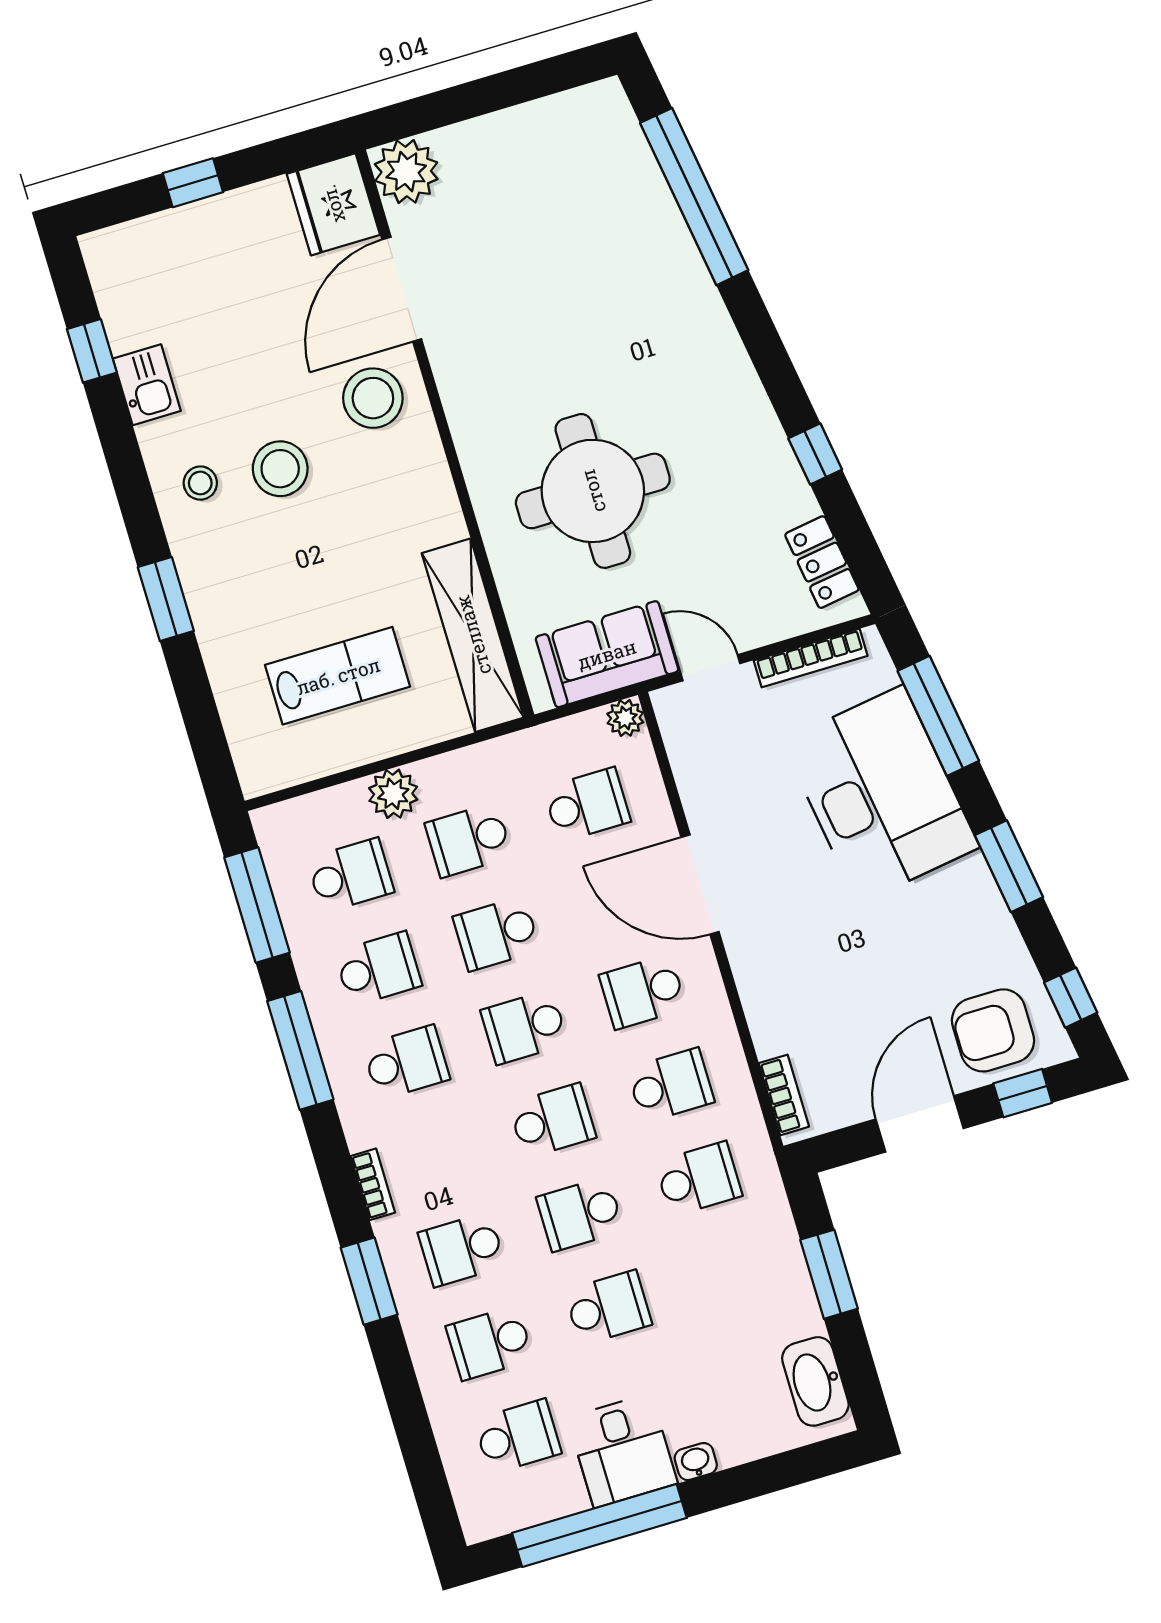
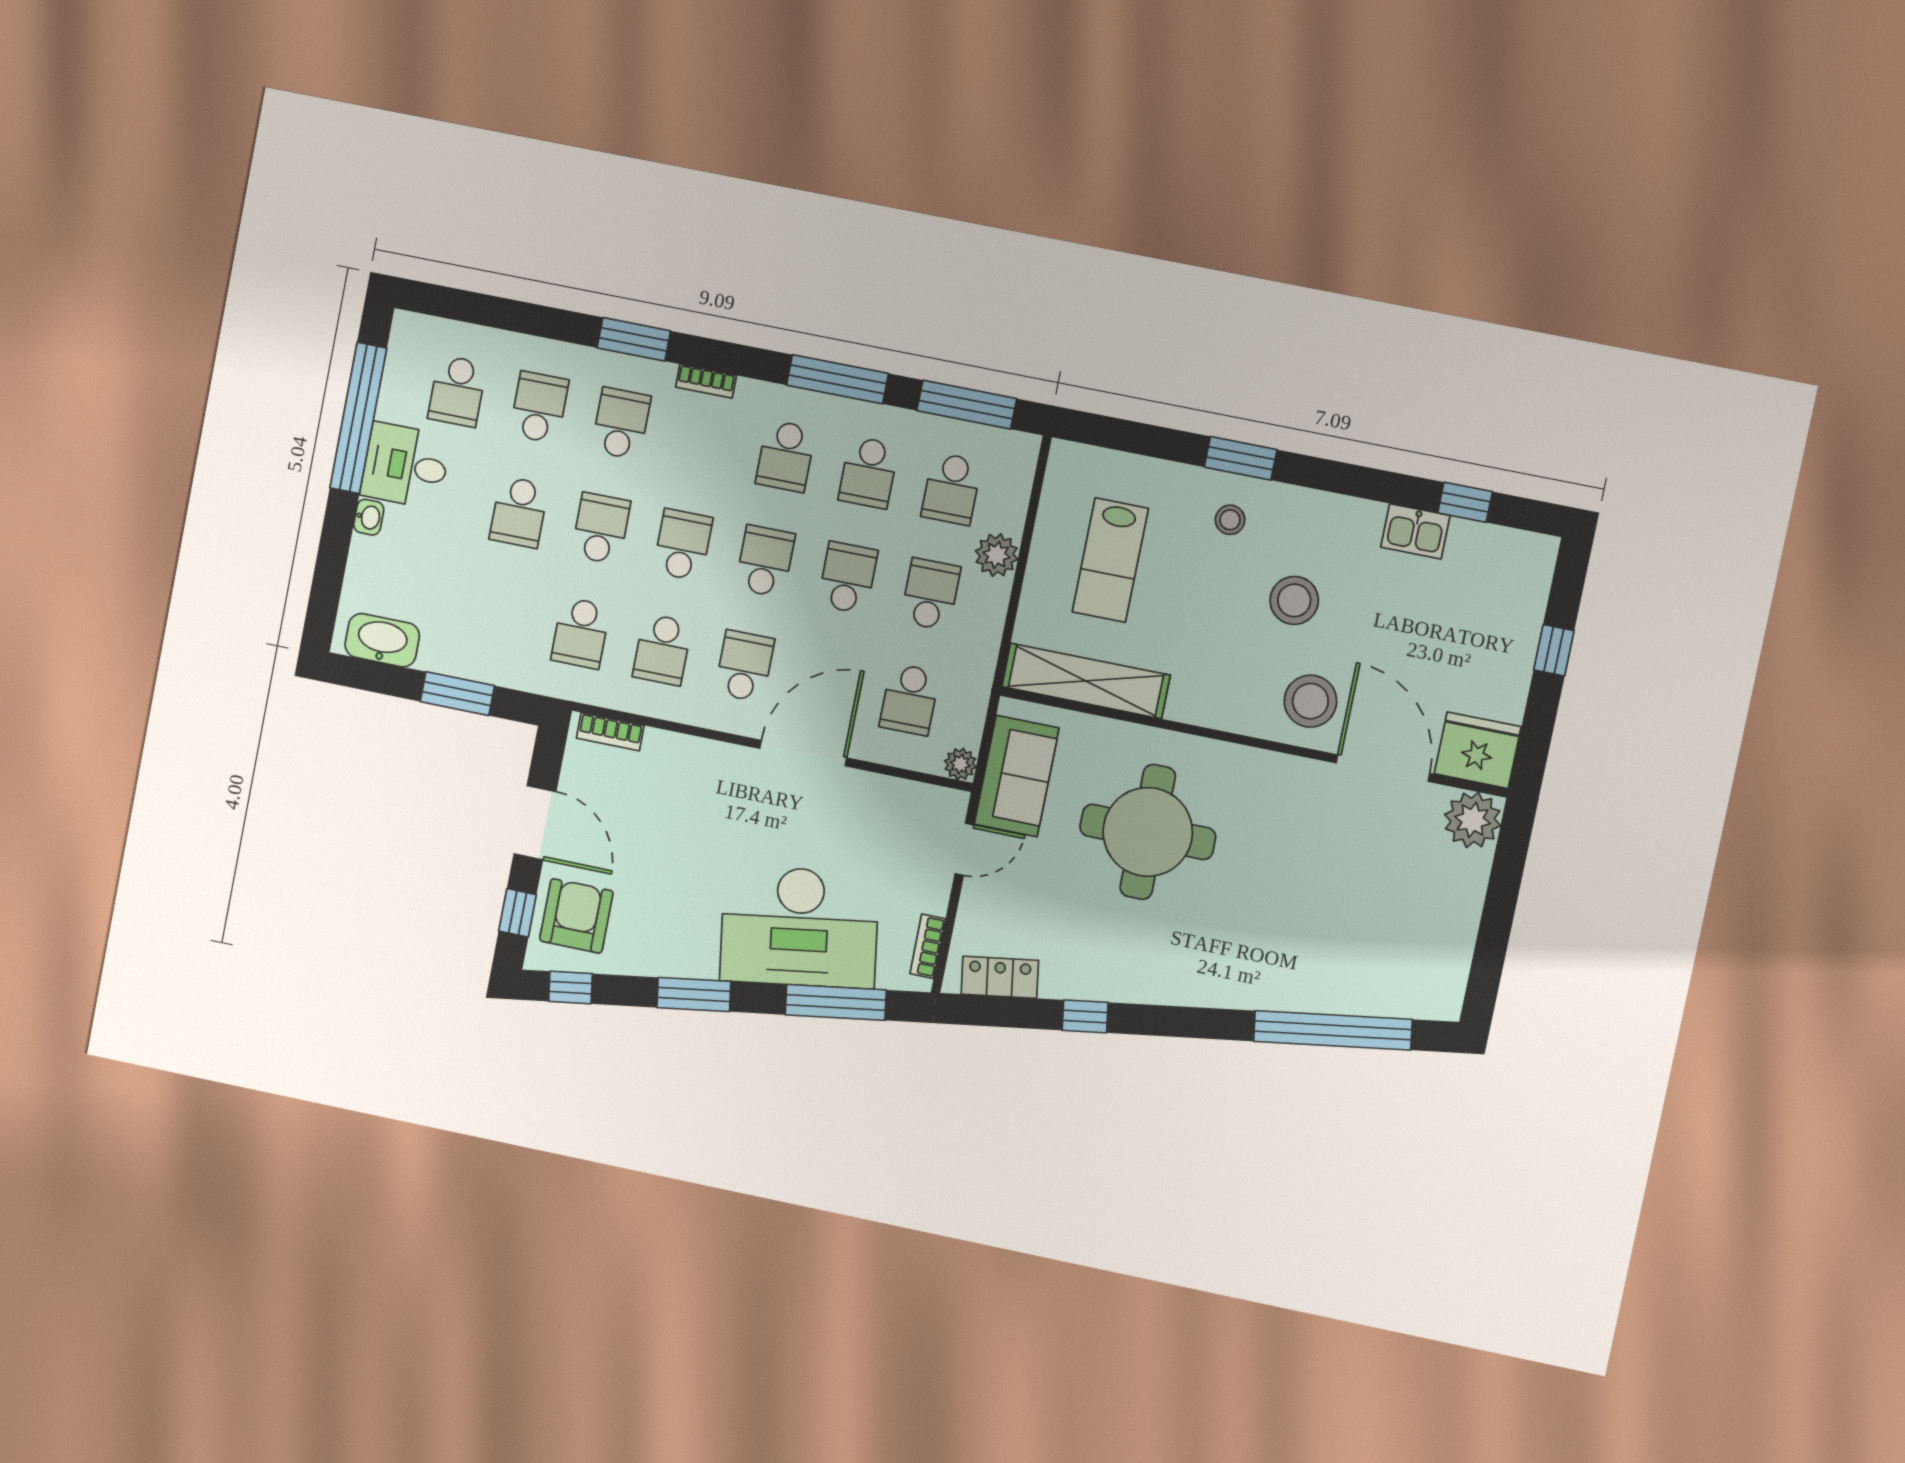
stool: (200, 483) -> (1230, 520), moved
bookcase: (811, 658) -> (928, 946), width x0.64
school desk: (552, 1121) -> (683, 545), turned 180

